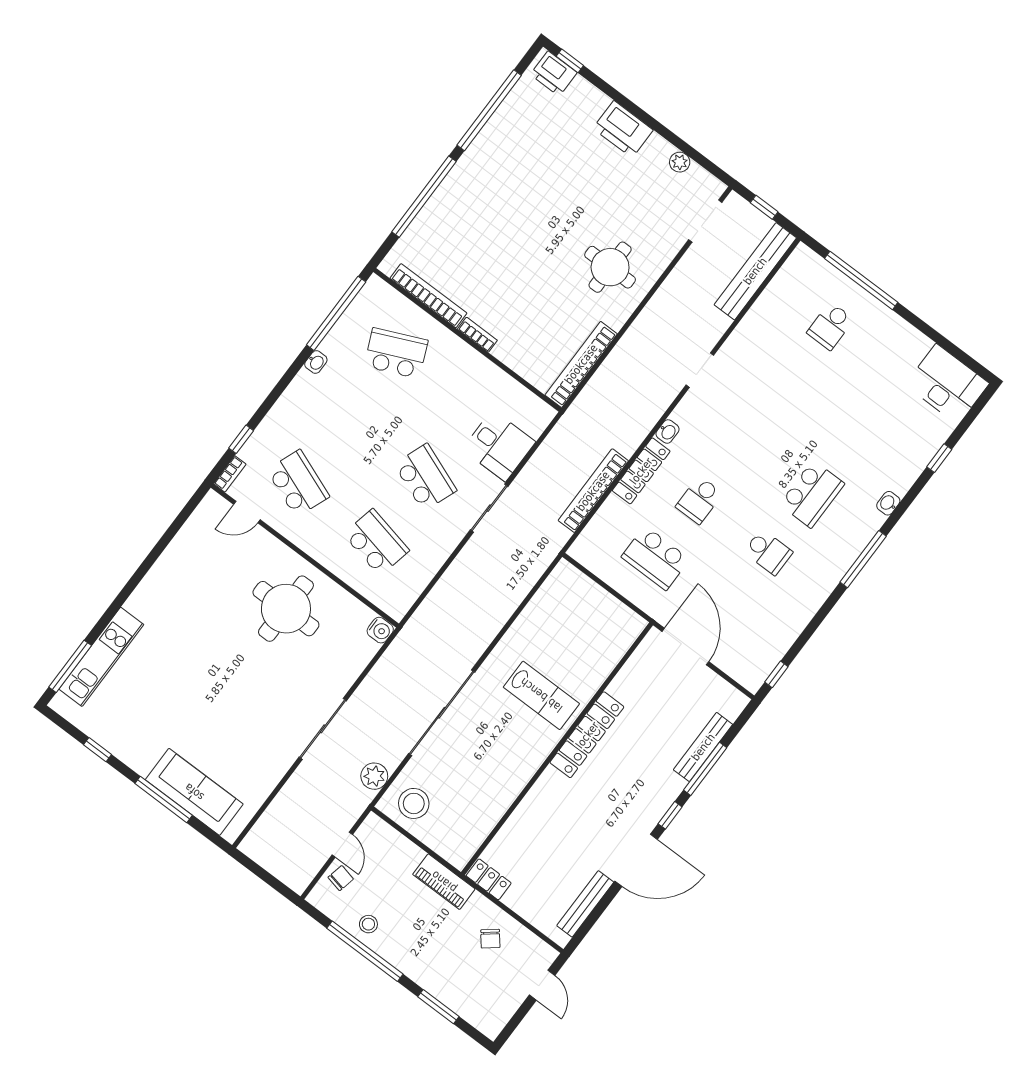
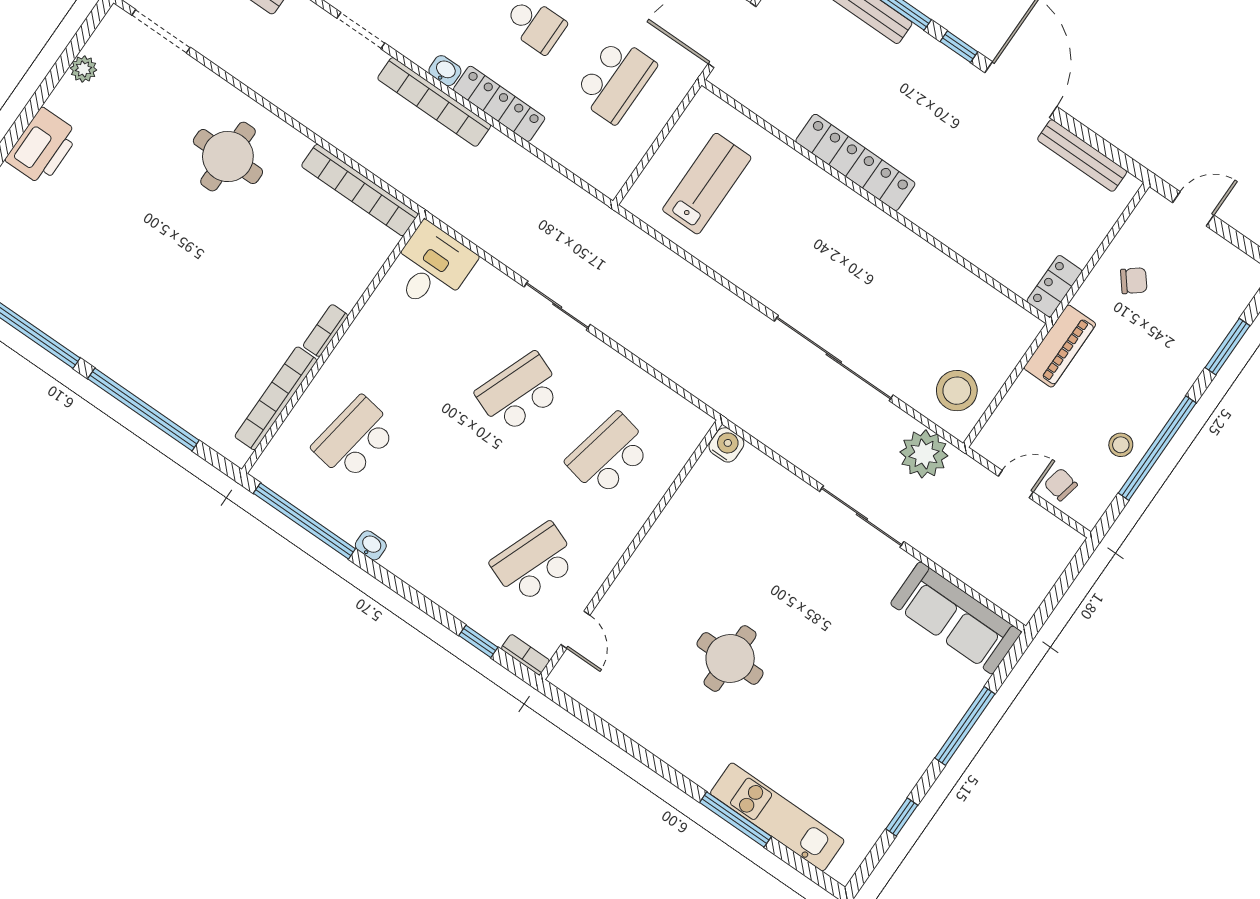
school desk: (396, 353) -> (355, 439), turned 33
desk: (499, 446) -> (431, 267), moved
bookcase: (593, 491) -> (434, 102), moved
round table: (286, 609) -> (730, 658), moved, width x0.73, depth x0.73
window: (70, 666) -> (735, 819), moved
lab bench: (541, 695) -> (707, 184), moved
plant: (374, 776) -> (924, 454), width x1.36, depth x1.36
sofa: (194, 792) -> (956, 618), moved, turned -90

